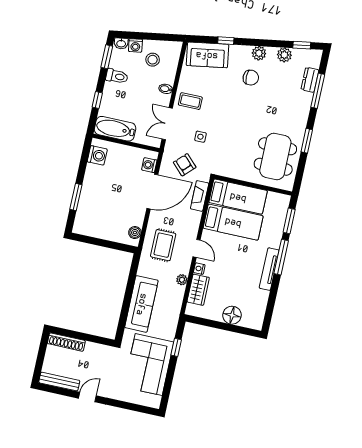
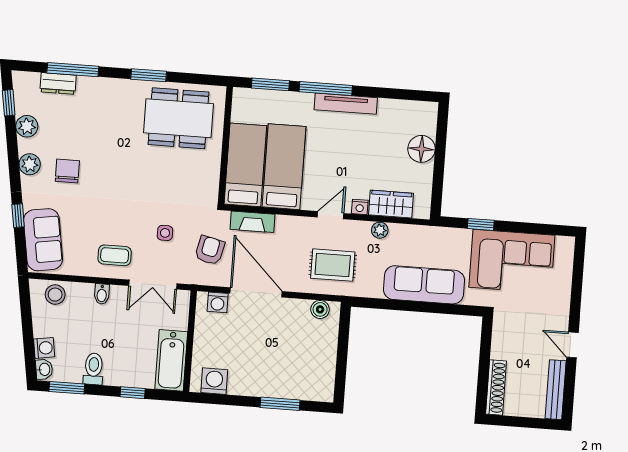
stool: (153, 60) -> (55, 295), moved
coffee table: (190, 101) -> (115, 255), turned 90
armchair: (185, 165) -> (210, 250), turned 148

